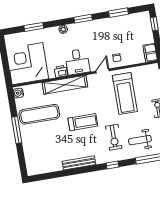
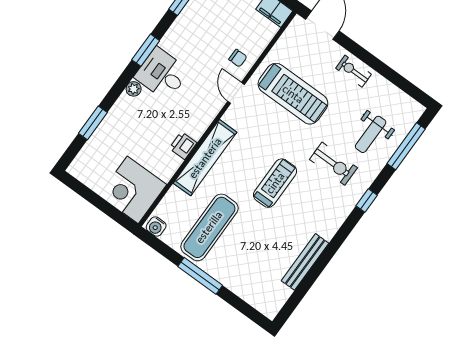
desk: (77, 62) -> (162, 74), moved, turned 180
corner desk: (27, 64) -> (133, 190), width x0.74, depth x0.74
bench: (79, 163) -> (305, 262), moved

